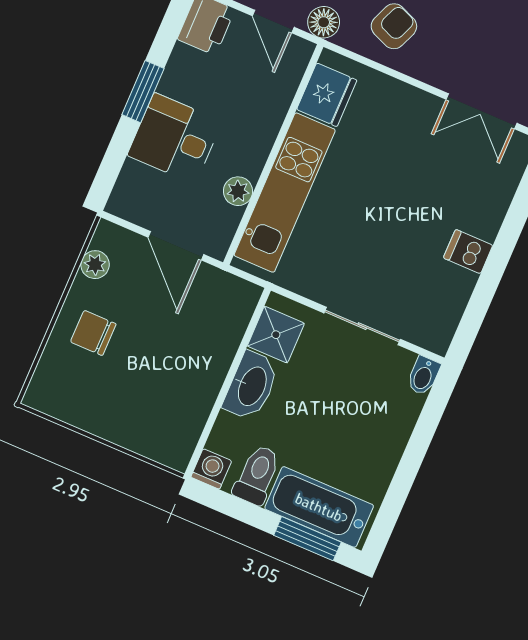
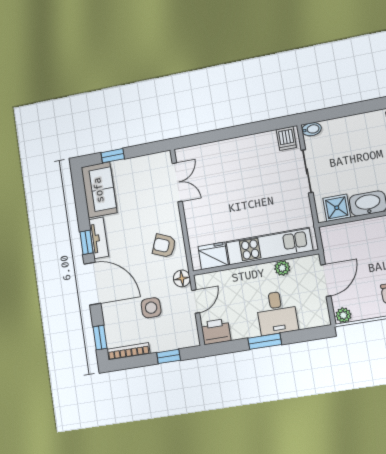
dishwasher: (468, 252) -> (286, 138), moved
plant: (95, 265) -> (343, 315), moved

